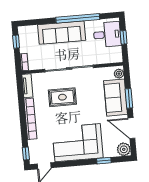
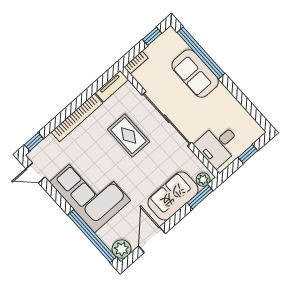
window: (78, 18) -> (201, 53), moved
sofa: (62, 33) -> (195, 73), width x0.73
desk: (107, 34) -> (218, 145), moved, turned 90
window: (129, 98) -> (200, 197), moved
window: (104, 161) -> (92, 236), width x3.17

